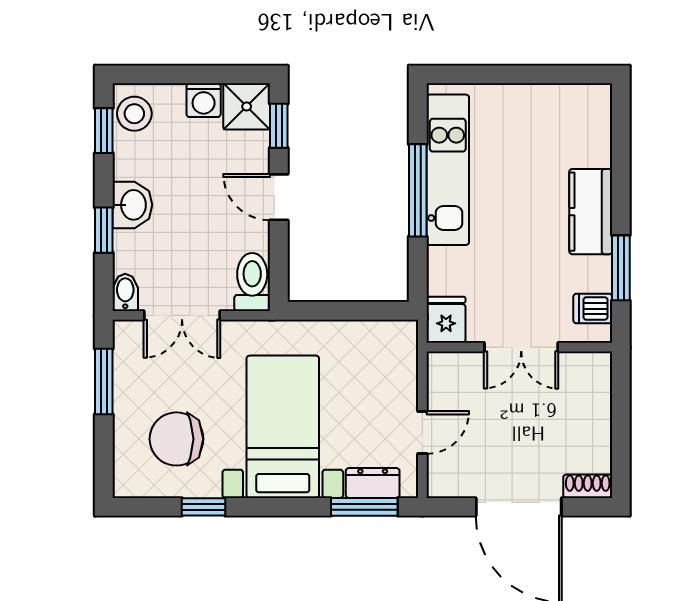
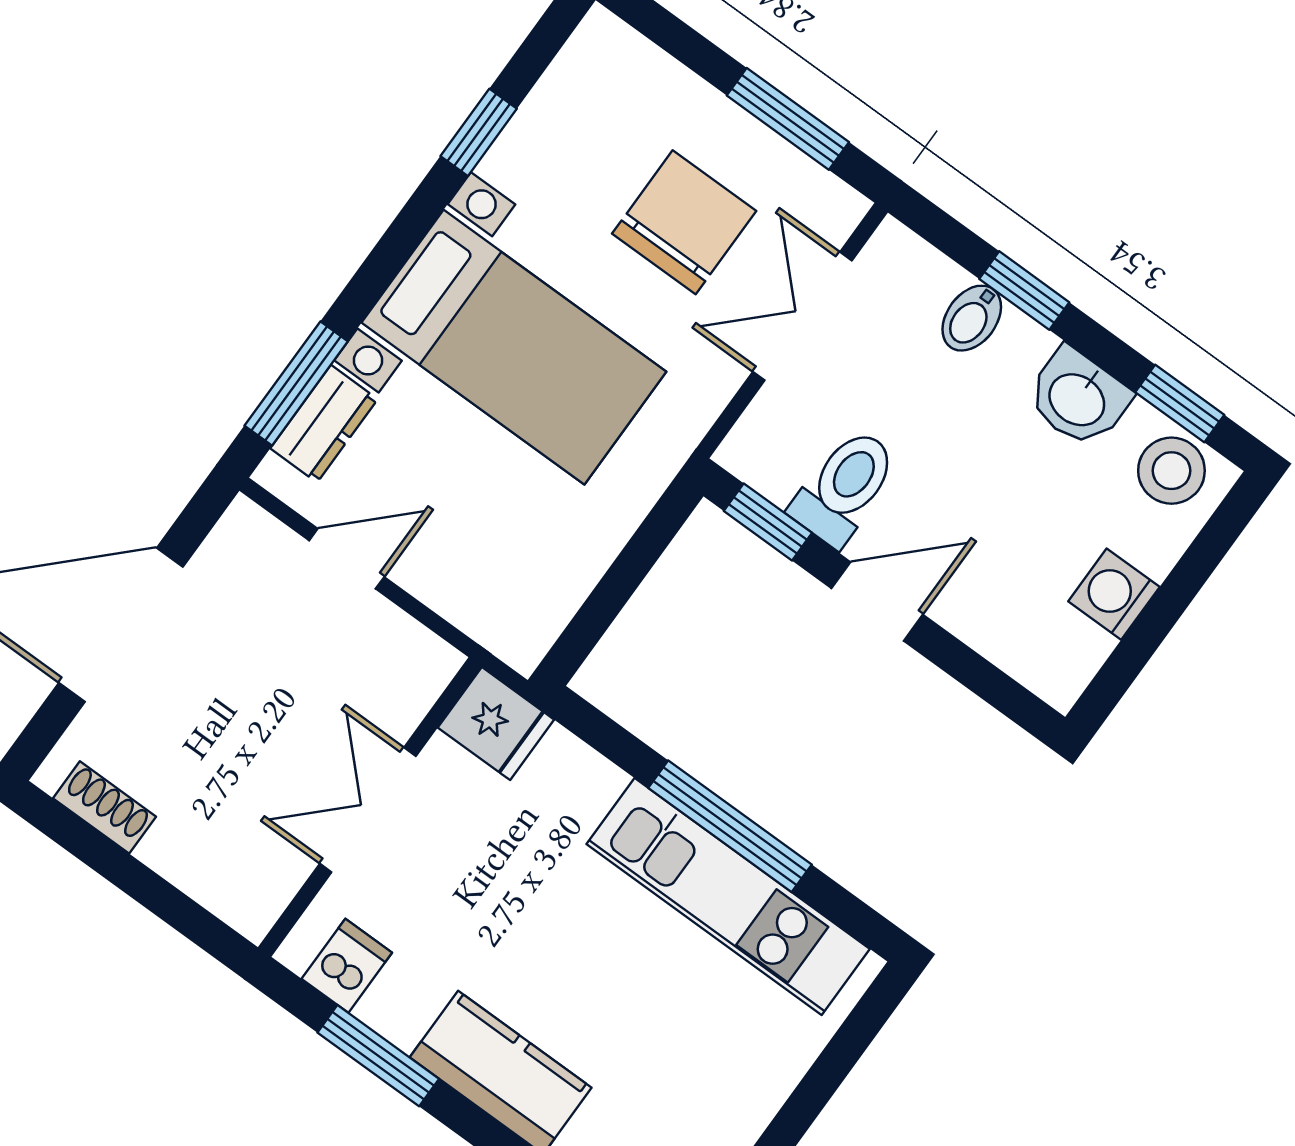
shower: (247, 106) -> (1055, 654), removed
window: (279, 126) -> (768, 522), moved
washbasin: (132, 205) -> (1078, 398), moved
toilet: (252, 282) -> (845, 487), moved, turned -90
bidet: (125, 292) -> (972, 318), moved, turned 90
door: (422, 432) -> (347, 559), swing flipped
chair: (176, 439) -> (684, 222), moved
shoe rack: (588, 486) -> (104, 807), moved, turned -90

